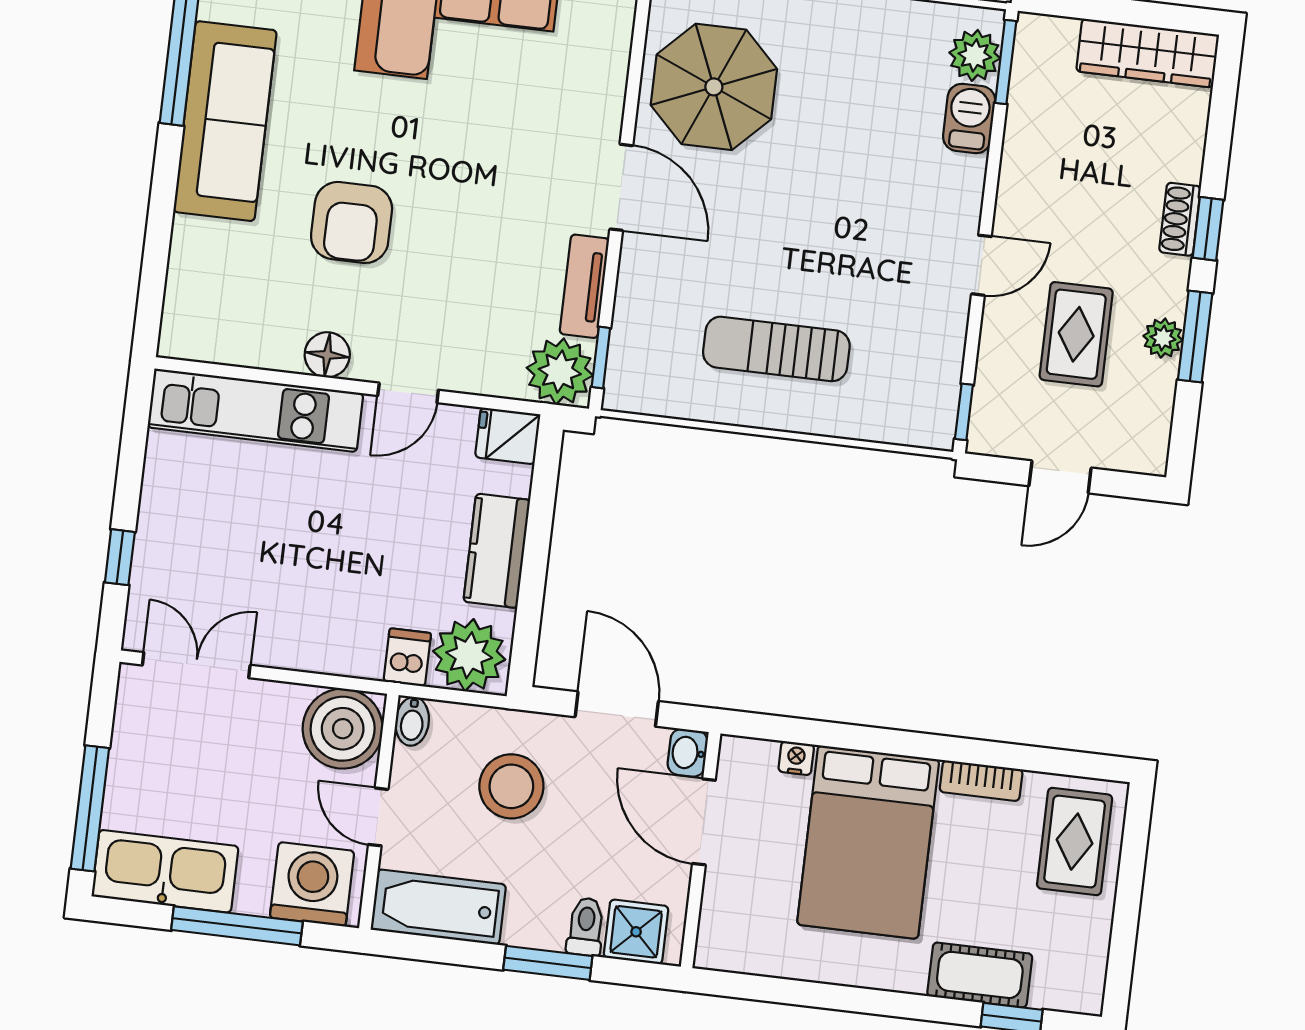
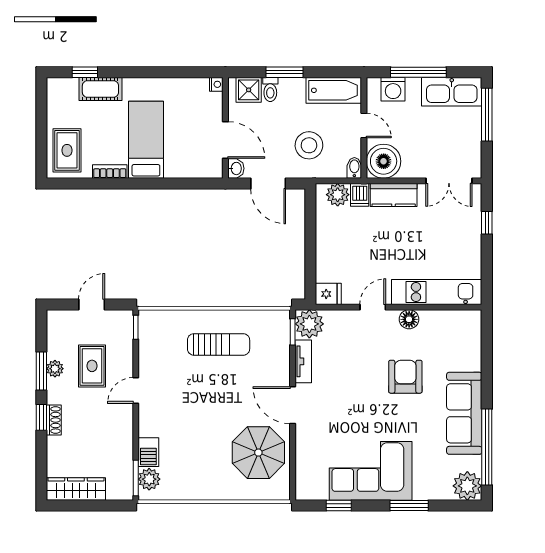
kitchen counter: (497, 551) -> (394, 195), moved, turned 90
plant: (469, 655) -> (338, 195), width x0.73, depth x0.73
nightstand: (796, 758) -> (216, 84), moved, turned -90
bed: (868, 842) -> (146, 140), width x0.67
washing machine: (312, 884) -> (393, 89), width x0.73, depth x0.73

